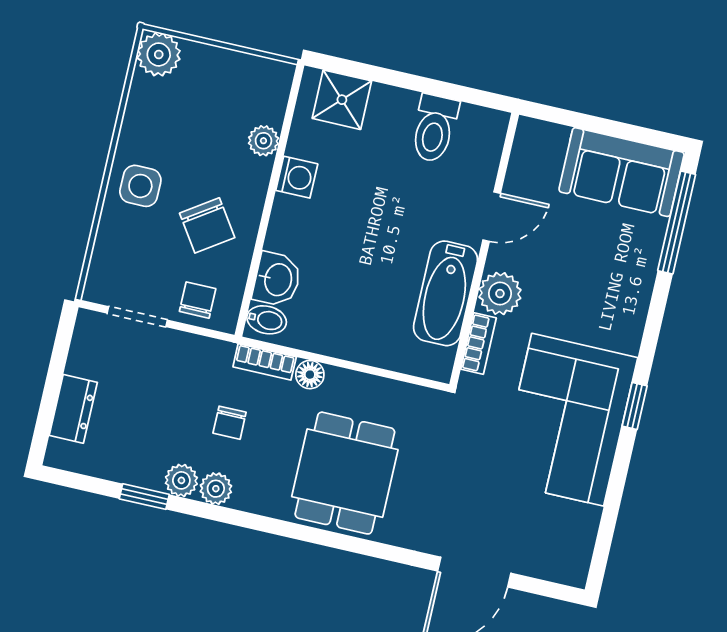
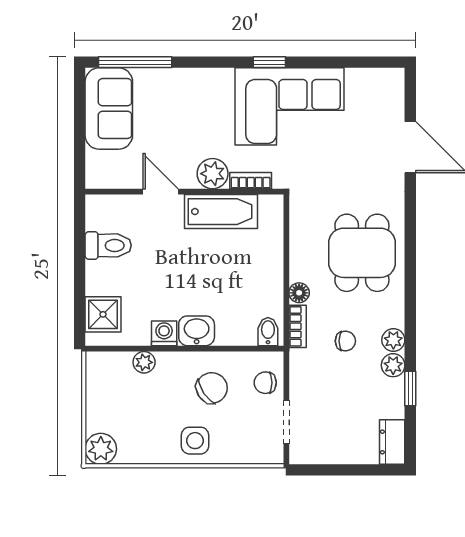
washbasin: (277, 279) -> (197, 331), moved
dresser: (73, 409) -> (392, 442), moved, turned -90
dining table: (345, 473) -> (362, 253), turned 90

